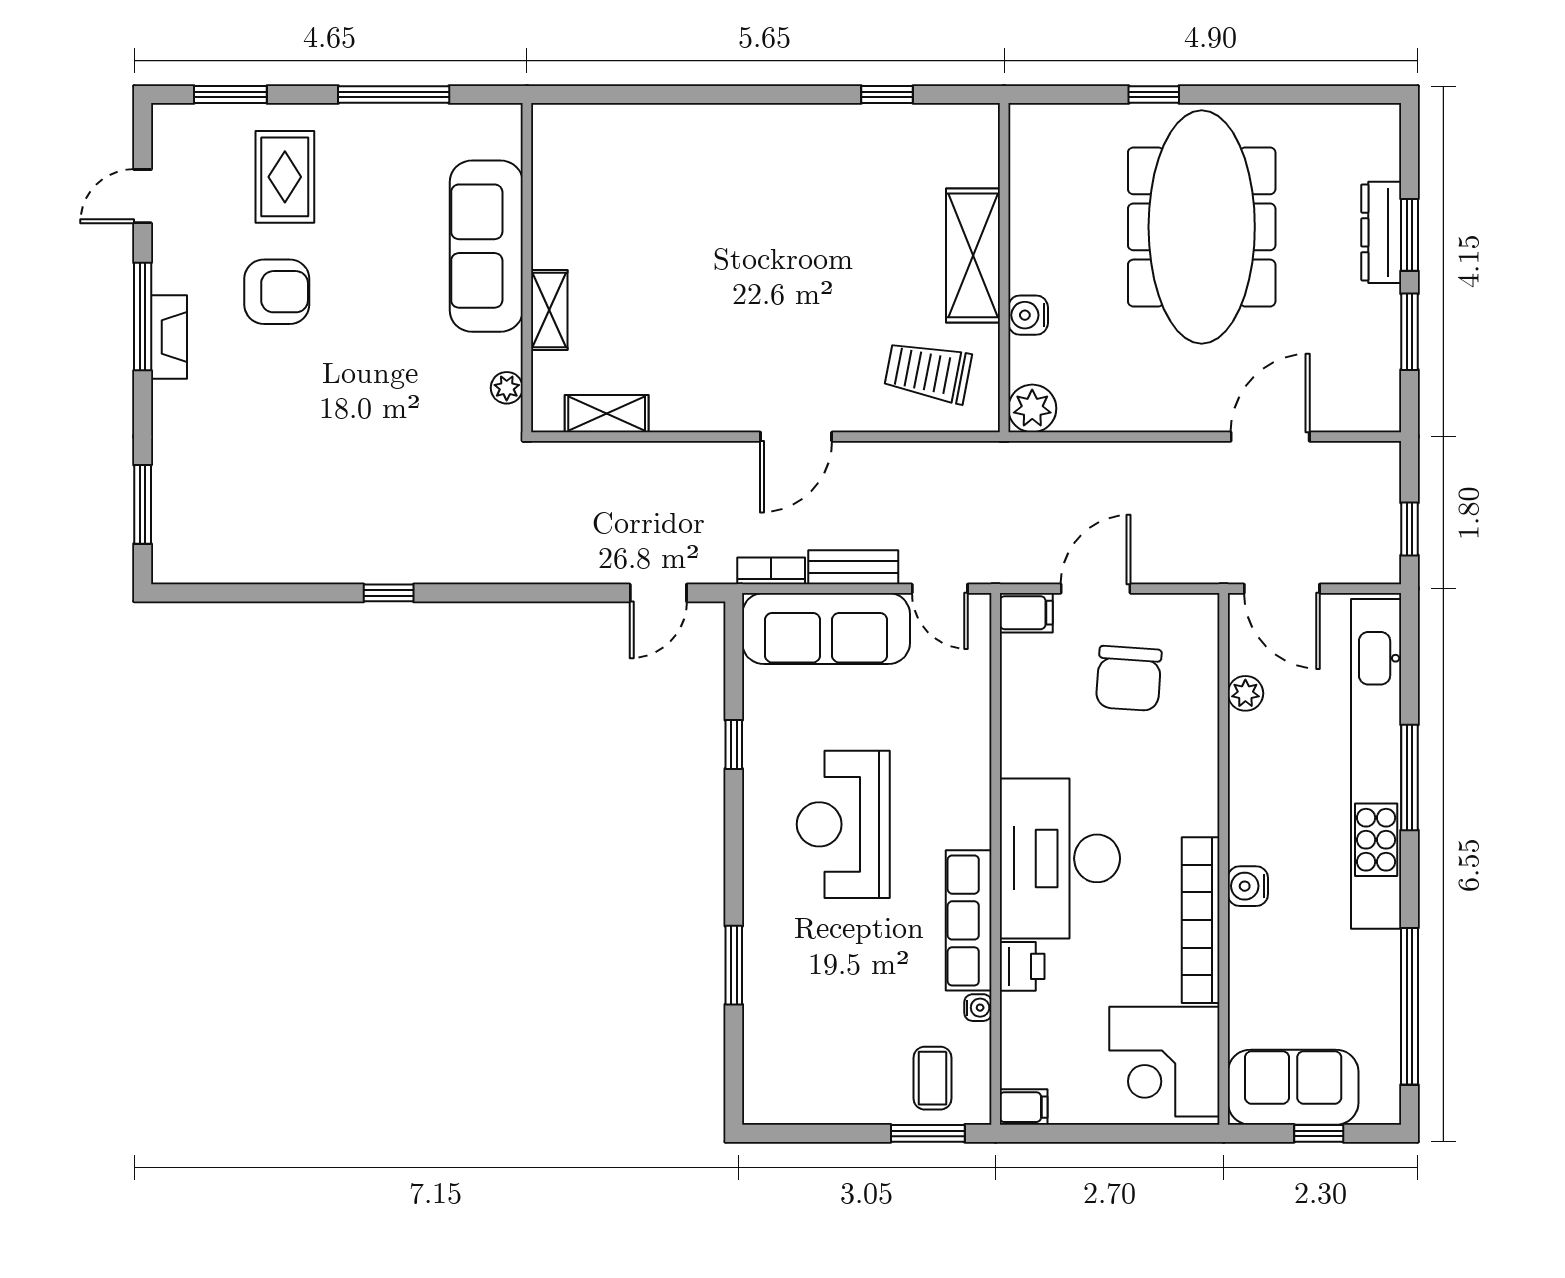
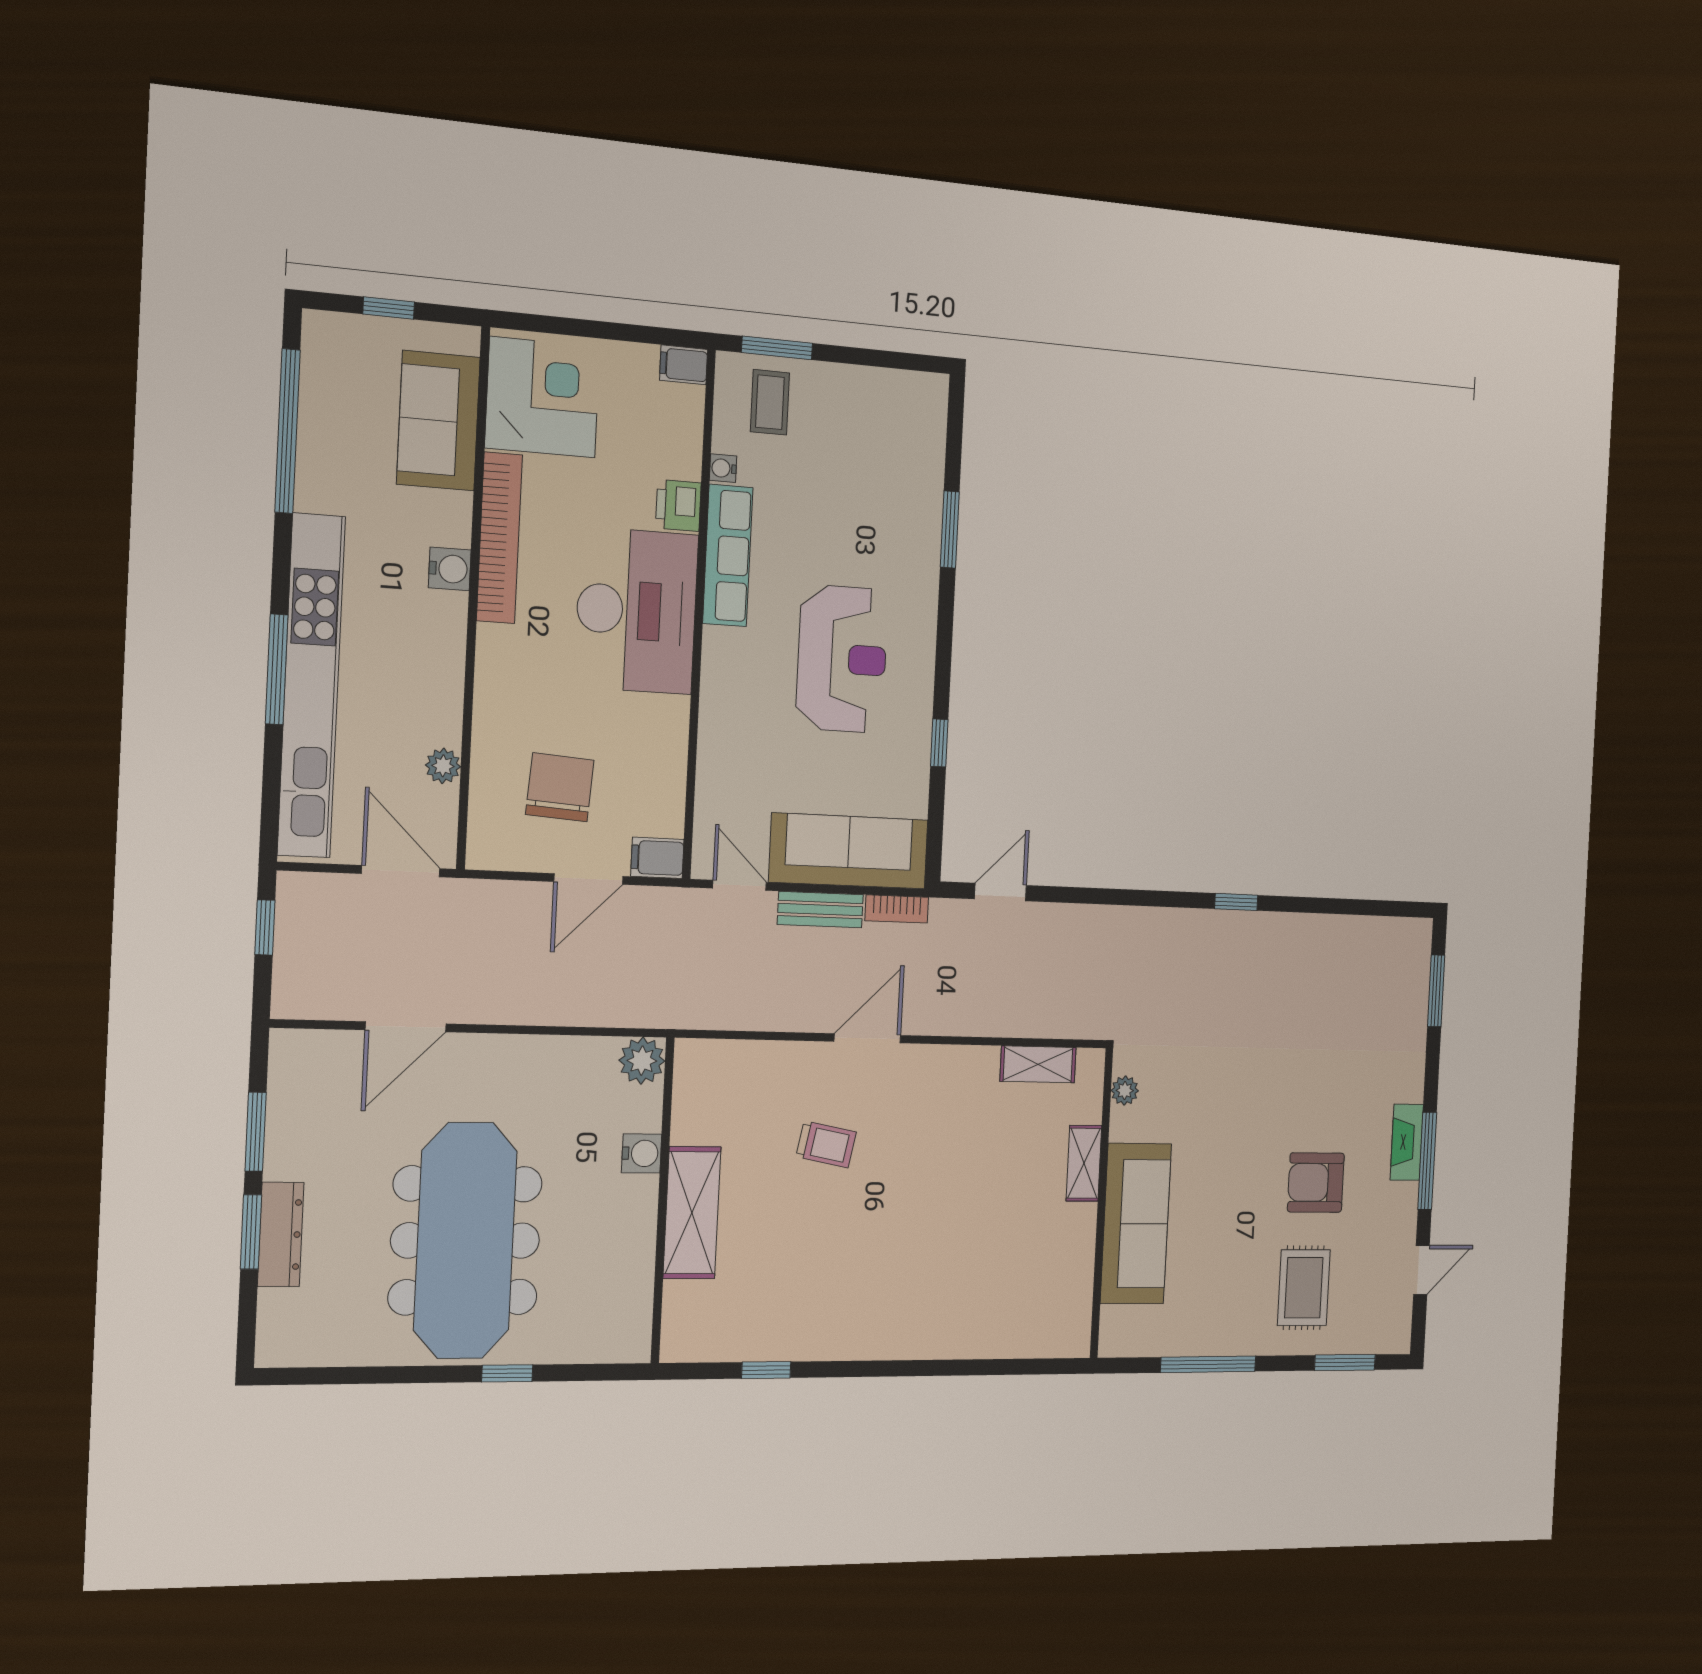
trolley: (928, 372) -> (826, 1144), moved, width x0.73, depth x0.72
sofa: (1293, 1087) -> (438, 421), moved, turned 90

